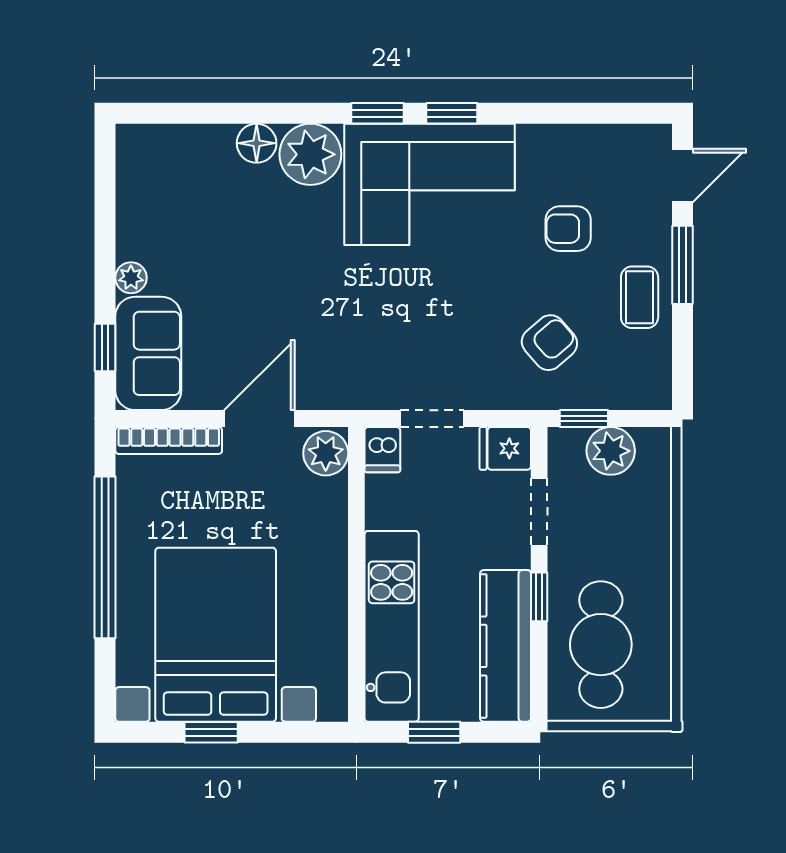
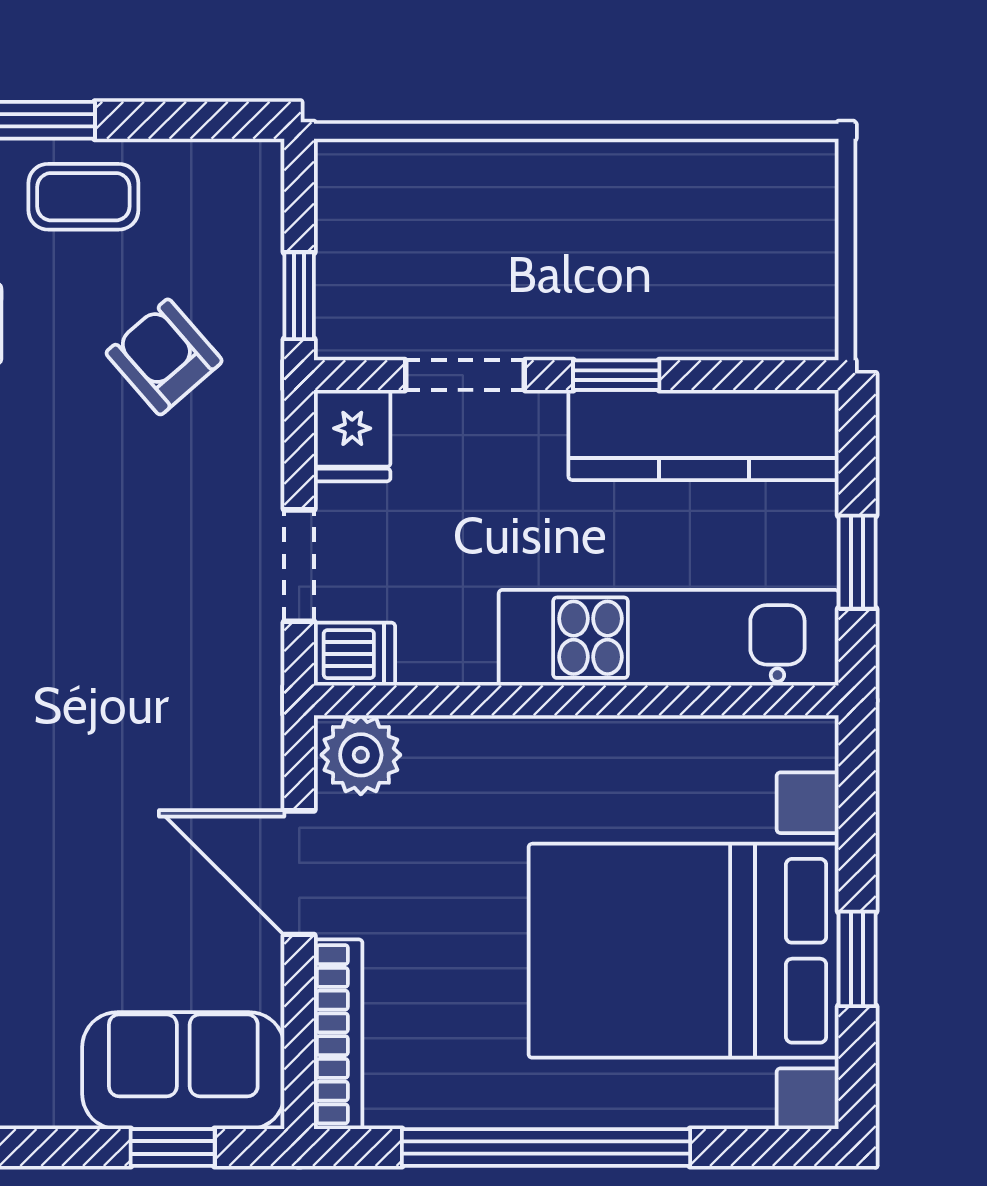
plant: (131, 278) -> (49, 1101), removed
plant: (611, 451) -> (357, 248), removed
cafe table: (601, 645) -> (701, 266), removed

